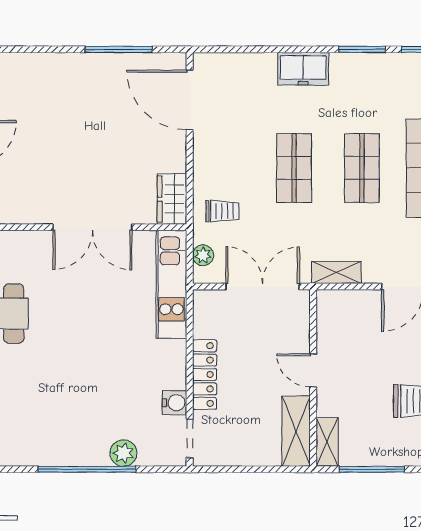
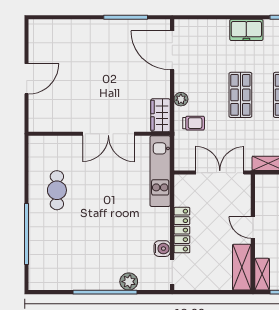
plant: (203, 255) -> (181, 99), moved

